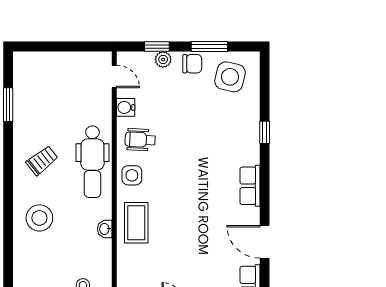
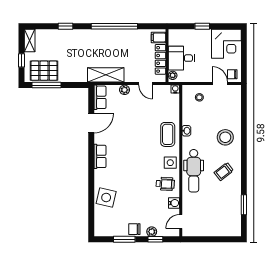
door: (114, 76) -> (181, 221), hinge flipped
side table: (230, 77) -> (106, 197), moved
window: (265, 132) -> (91, 188), removed
dental chair: (92, 162) -> (194, 171), turned 180
door: (265, 242) -> (91, 123), hinge flipped

